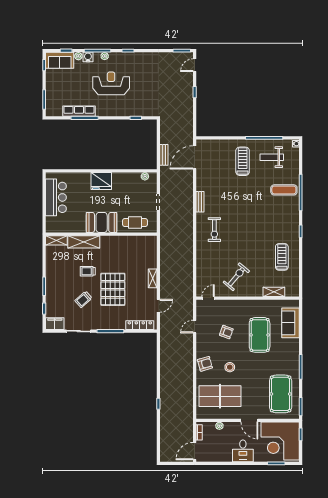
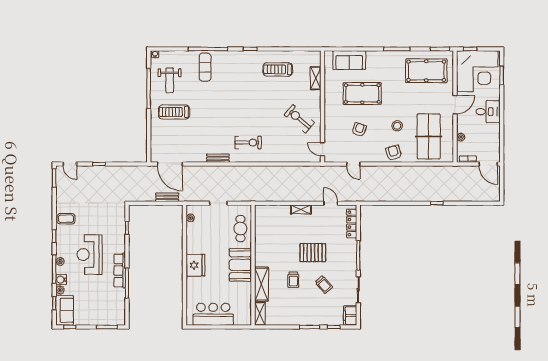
coffee table: (144, 62) -> (66, 219), added
row of seats: (79, 111) -> (120, 271), moved
pallet: (113, 289) -> (313, 253), width x0.73, depth x0.71

